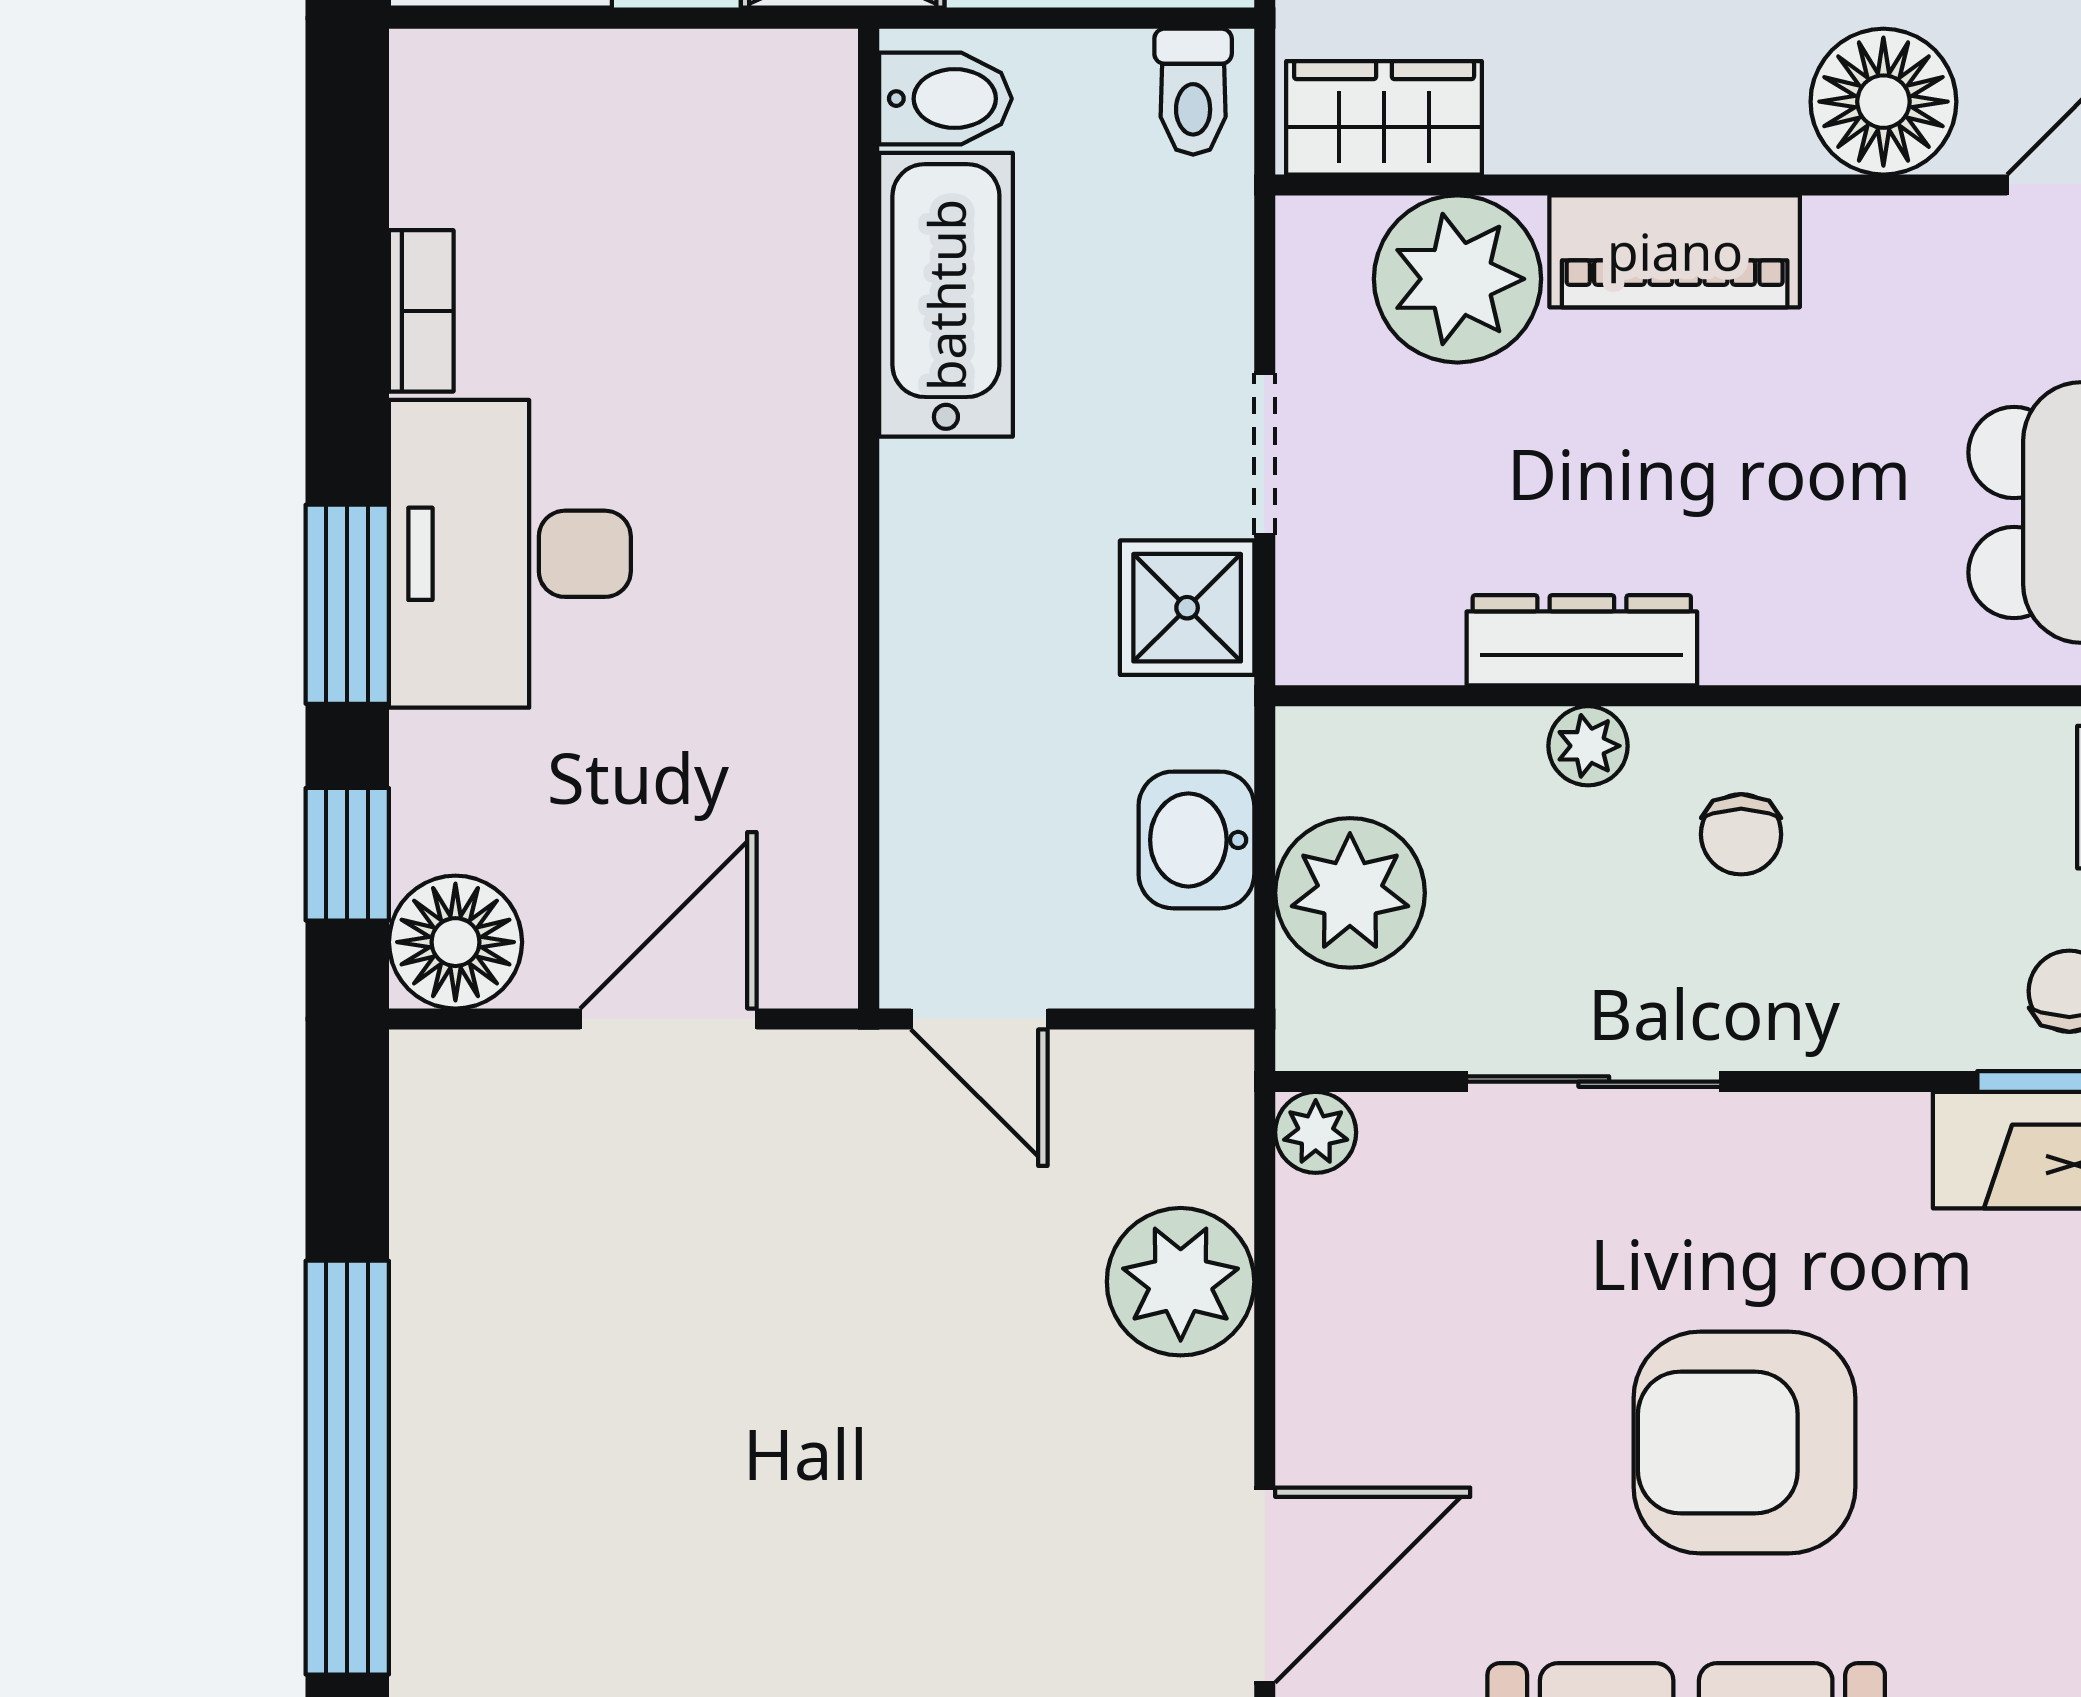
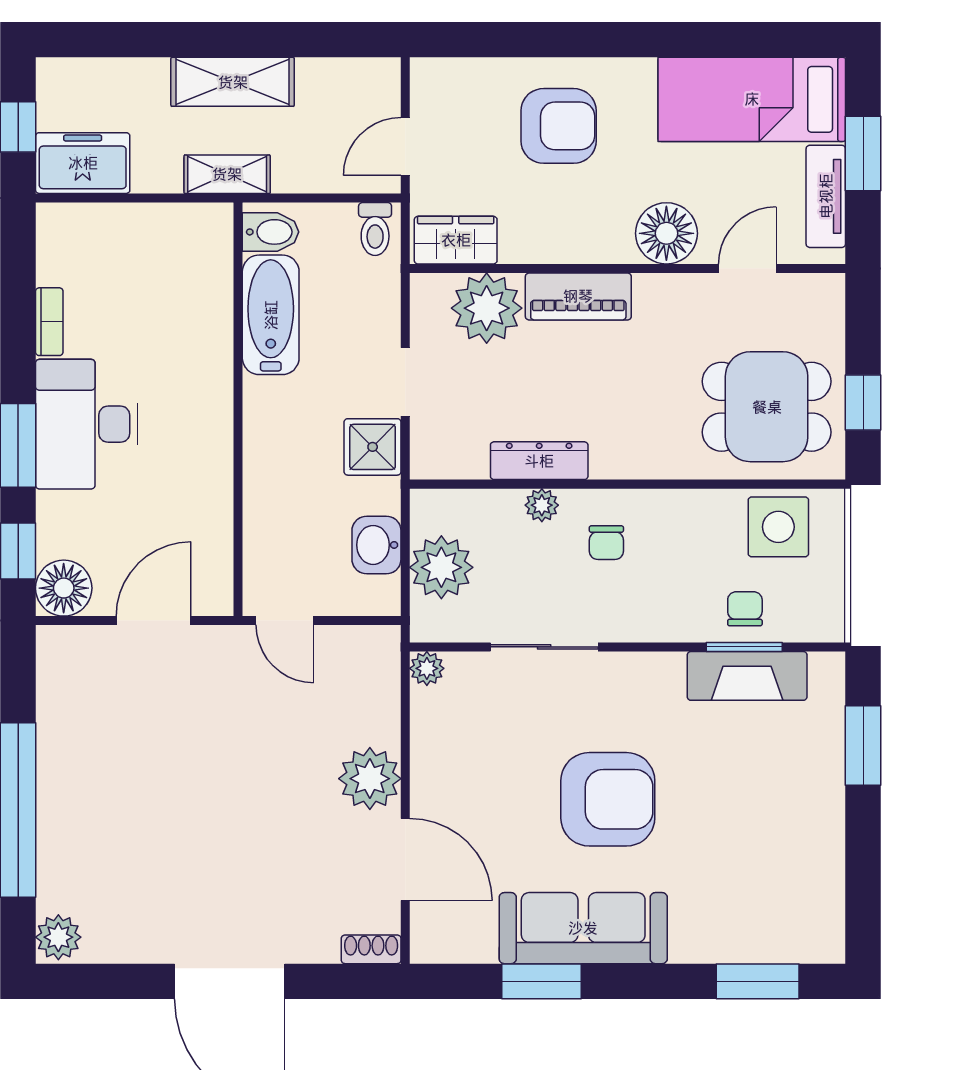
plant: (1181, 1282) -> (370, 779), moved
armchair: (1744, 1442) -> (608, 799), turned 180
door: (1265, 1585) -> (405, 859), hinge flipped

